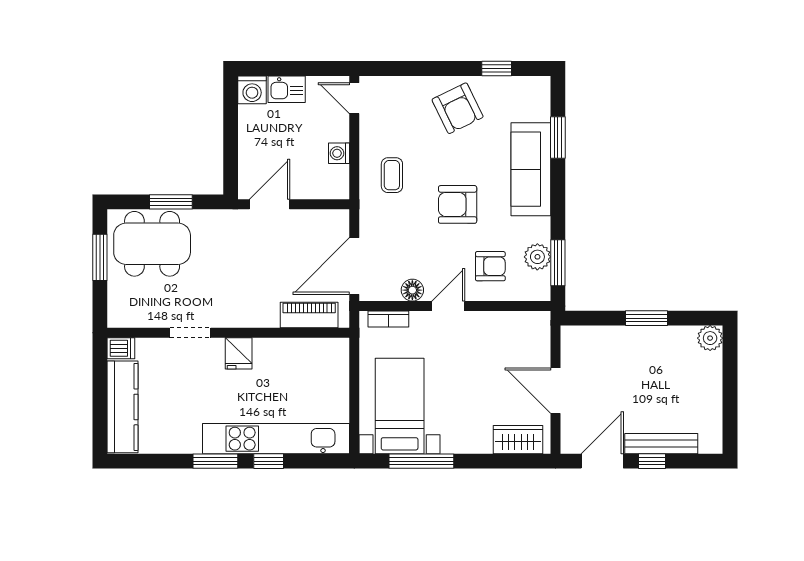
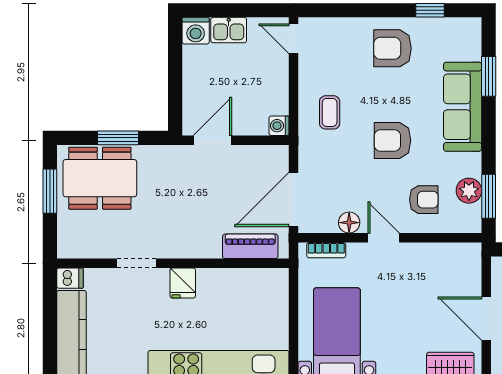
armchair: (458, 108) -> (392, 48), turned 116
washing machine: (339, 153) -> (279, 126), moved
door: (448, 306) -> (384, 238), hinge flipped

